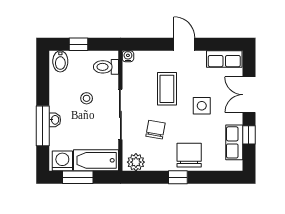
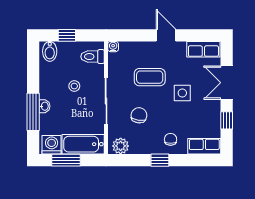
coffee table: (167, 89) -> (150, 77), turned 90
row of seats: (234, 142) -> (204, 146), moved, turned 90
chair: (189, 155) -> (171, 139), width x0.54, depth x0.54

